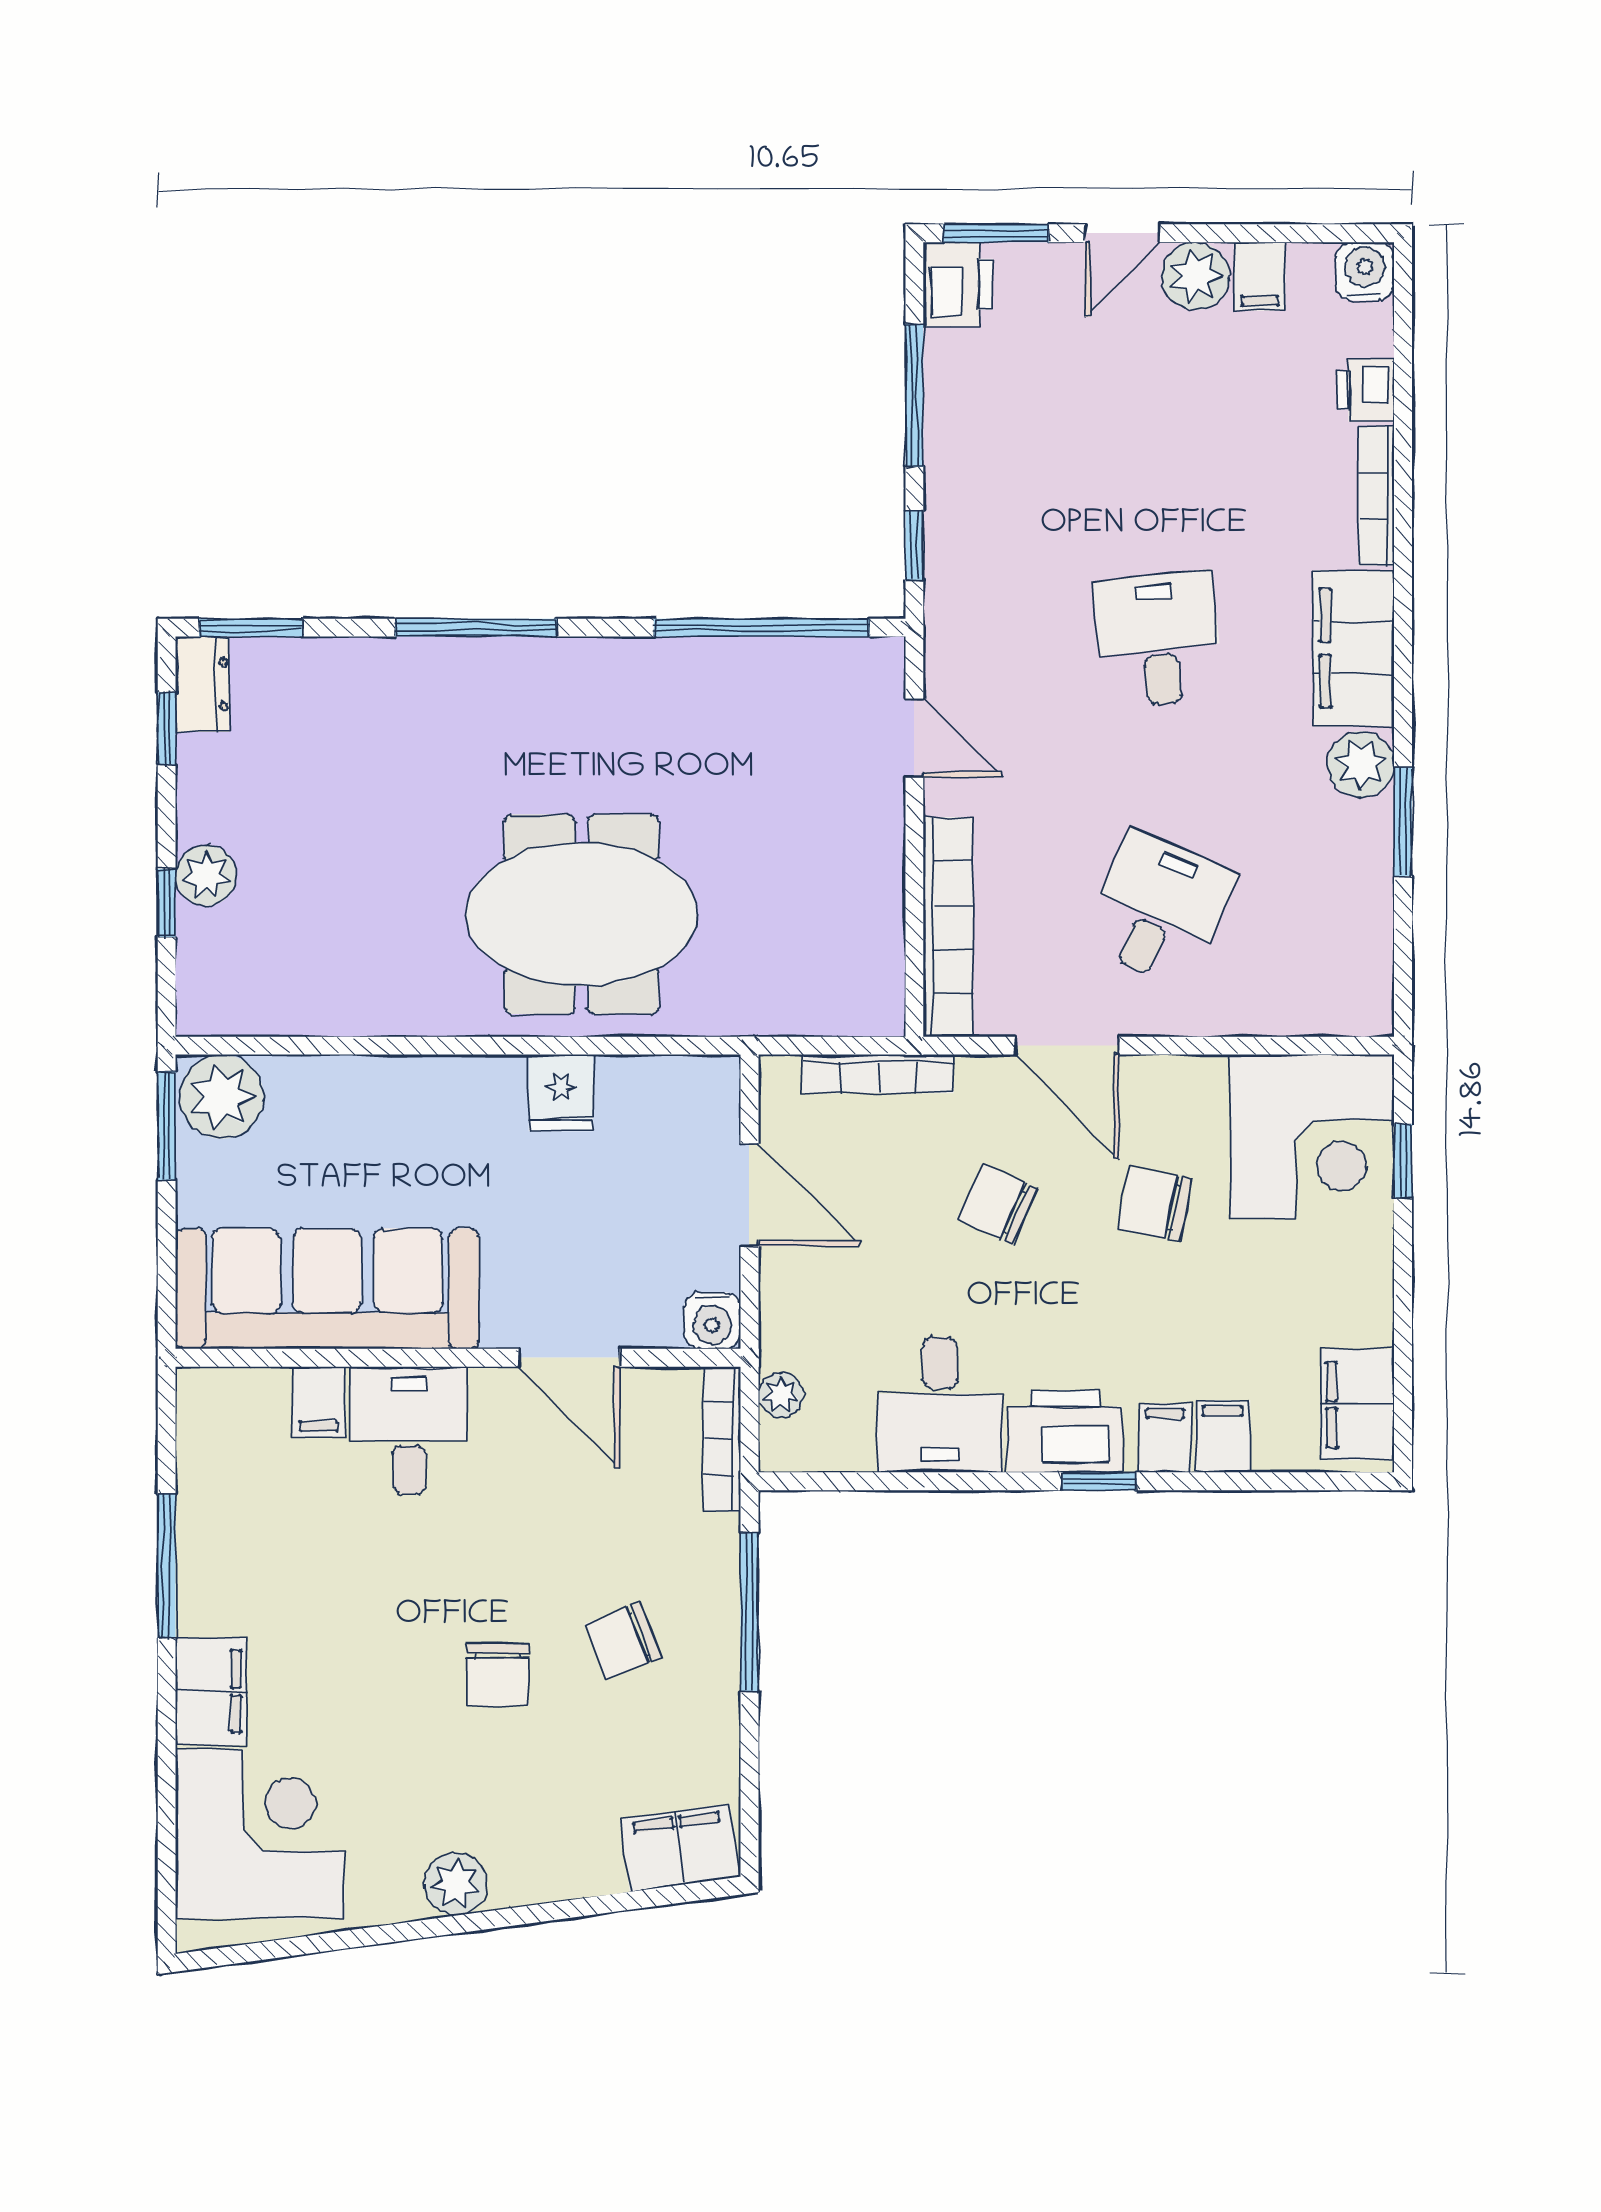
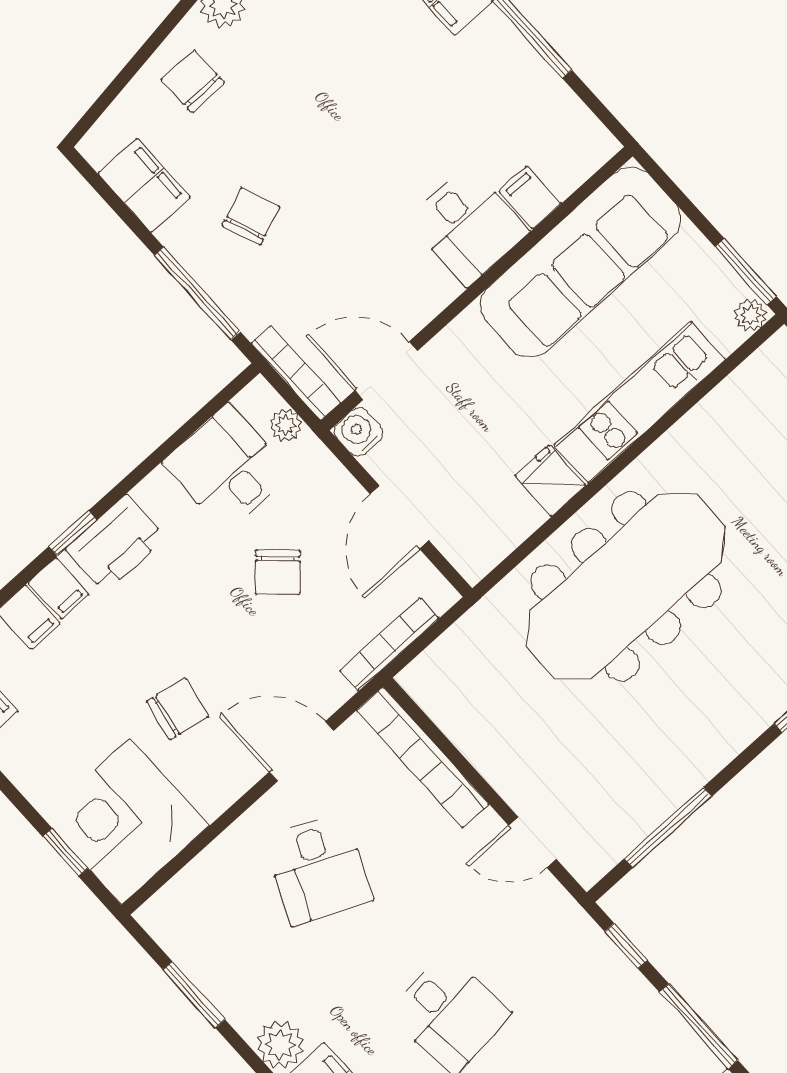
window: (762, 628) -> (668, 828), width x0.68
window: (1403, 822) -> (194, 995), moved
meeting table: (581, 914) -> (626, 586), width x1.36
kitchen unit: (396, 1091) -> (640, 402), added
plant: (222, 1097) -> (750, 315), width x0.53, depth x0.53
door: (749, 1195) -> (399, 517), hinge flipped
chair: (998, 1204) -> (278, 572), moved, turned 108
door: (569, 1358) -> (386, 371), moved
desk: (940, 1405) -> (227, 468), moved
chair: (498, 1675) -> (193, 81), moved
filing cabinet: (680, 1848) -> (144, 185), moved, turned -82

